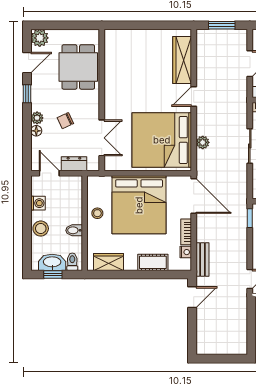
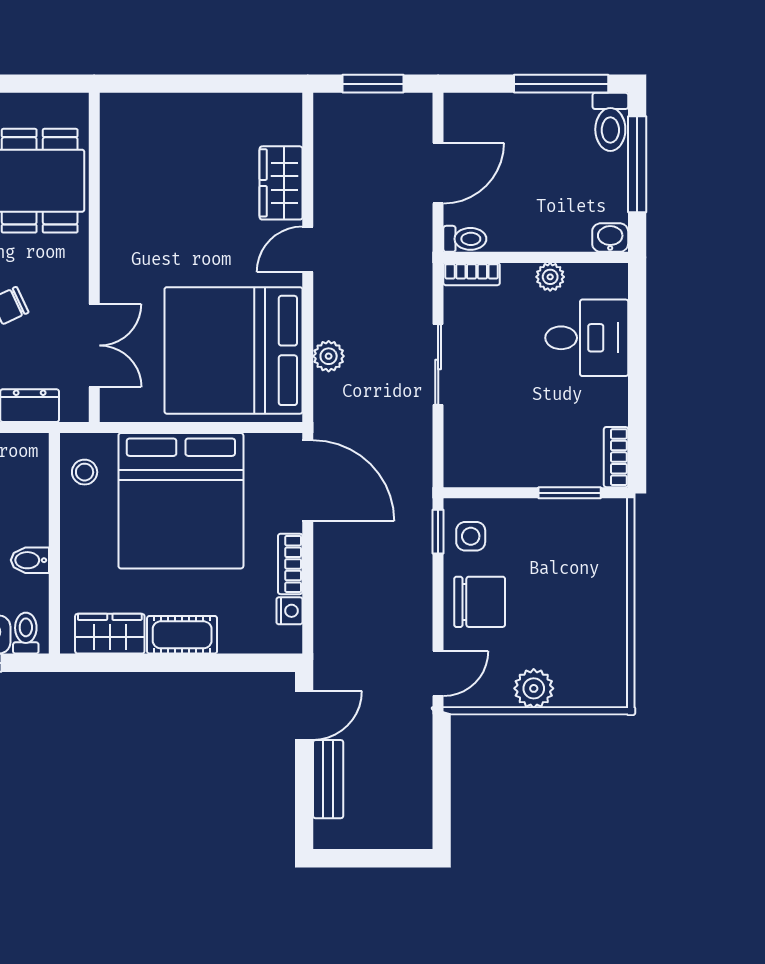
wardrobe: (182, 60) -> (281, 183), width x0.67
stool: (97, 213) -> (85, 472), moved
bench: (202, 260) -> (328, 779), moved
cot: (153, 262) -> (182, 635), moved

